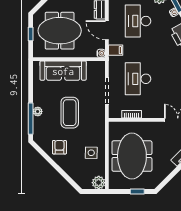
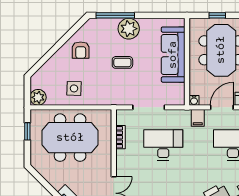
plant: (38, 111) -> (129, 29), width x1.87, depth x1.87
coffee table: (70, 113) -> (122, 62), width x0.54, depth x0.58
armchair: (59, 147) -> (81, 50), turned 90
window: (137, 191) -> (27, 131), moved

